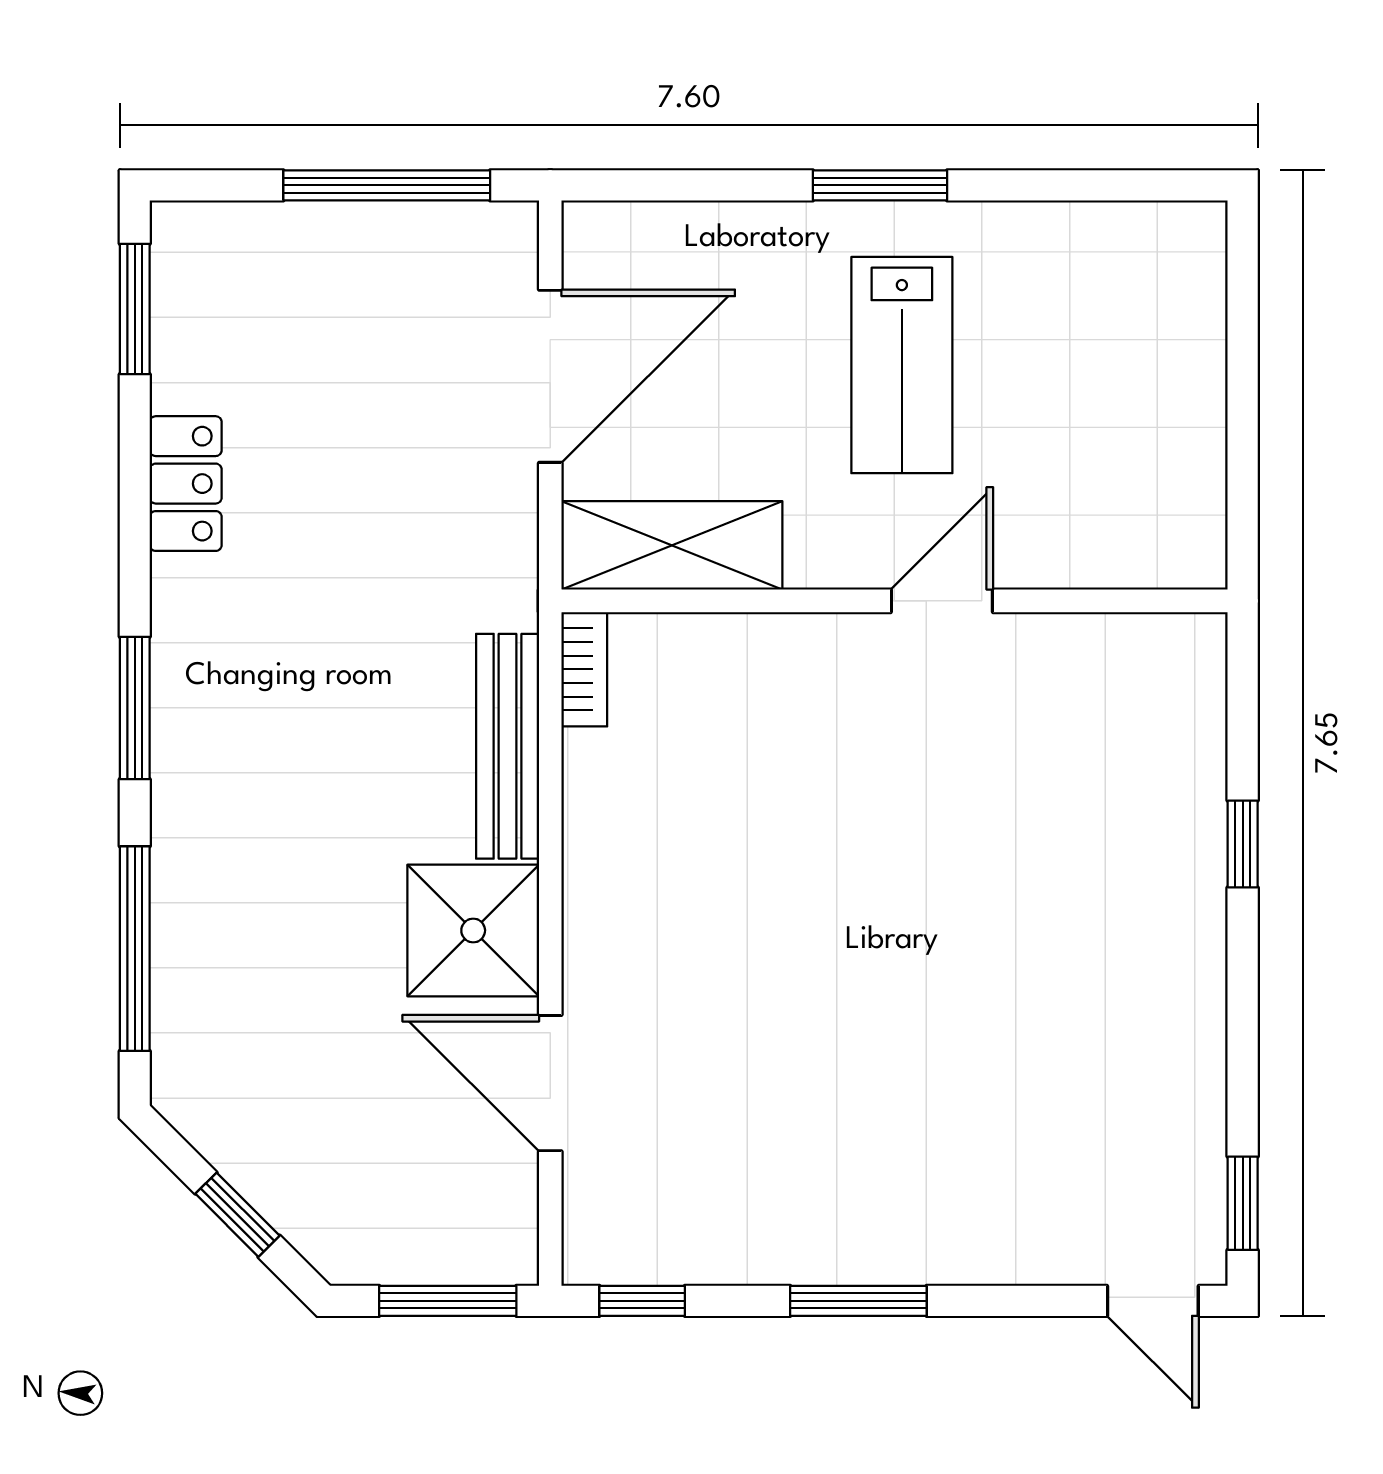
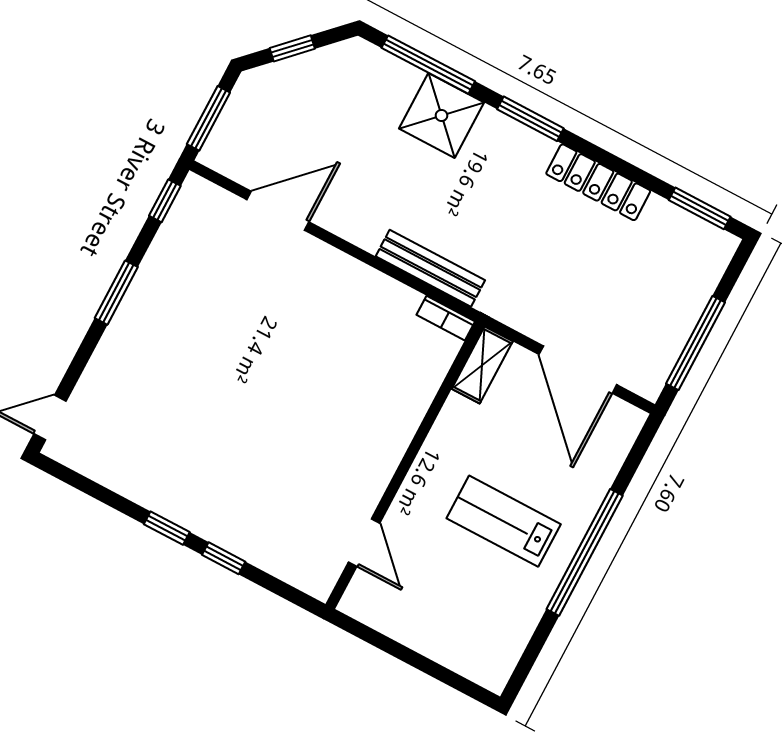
window: (880, 185) -> (585, 552), width x2.11
locker: (186, 484) -> (598, 182), width x1.53
shelving: (672, 545) -> (482, 365), width x0.67, depth x0.75
door: (942, 601) -> (364, 543), moved
shower: (473, 930) -> (441, 116), moved
window: (1243, 1203) -> (167, 528), moved

